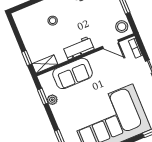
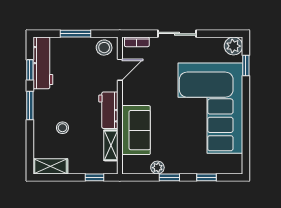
shelving: (22, 23) -> (50, 166), added
shelving: (45, 64) -> (111, 145), moved
window: (43, 96) -> (169, 177), moved

